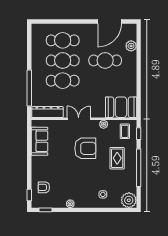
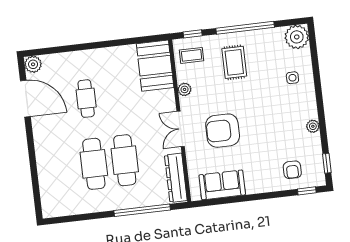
cafe table: (63, 40) -> (63, 167), removed
plant: (131, 46) -> (33, 64), moved
cafe table: (105, 60) -> (86, 99), width x0.73, depth x0.74
armchair: (85, 148) -> (223, 131), moved, turned -90
rug: (117, 158) -> (234, 62), turned 90

